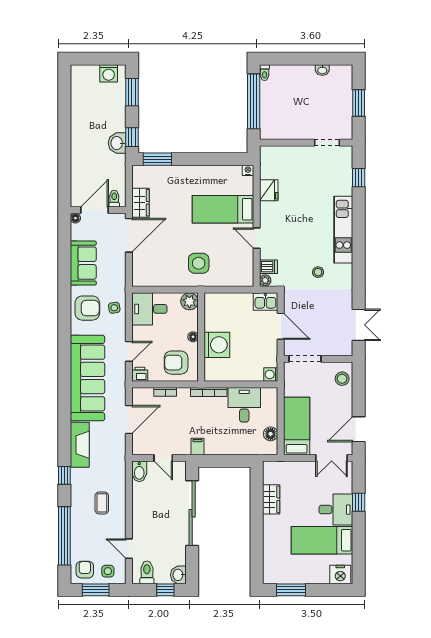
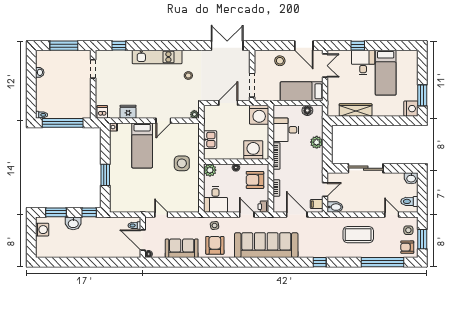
window: (359, 103) -> (64, 46), width x1.44
washbasin: (117, 143) -> (73, 223), moved
window: (157, 159) -> (105, 175), moved
wardrobe: (141, 203) -> (137, 206), removed
door: (129, 235) -> (161, 215), width x0.53
dishwasher: (268, 267) -> (102, 112), moved
kitchen sink: (265, 302) -> (210, 140), moved
double door: (359, 325) -> (227, 46), width x1.37
washing machine: (217, 345) -> (253, 150), moved
armchair: (176, 363) -> (255, 180), turned 90
washing machine: (271, 374) -> (259, 115), width x1.89, depth x1.89
stool: (342, 379) -> (280, 61), moved
fireplace: (80, 445) -> (315, 251), removed
filing cabinet: (197, 446) -> (317, 204), moved
plant: (227, 446) -> (317, 142), added
window: (64, 475) -> (320, 262), moved
wardrobe: (271, 499) -> (356, 110), width x1.50
coffee table: (102, 503) -> (358, 235), width x1.86, depth x1.72
sliding door: (192, 513) -> (366, 168), width x0.73
door: (129, 549) -> (392, 215), swing flipped
nightstand: (340, 575) -> (411, 109), moved
window: (165, 590) -> (422, 188), removed

